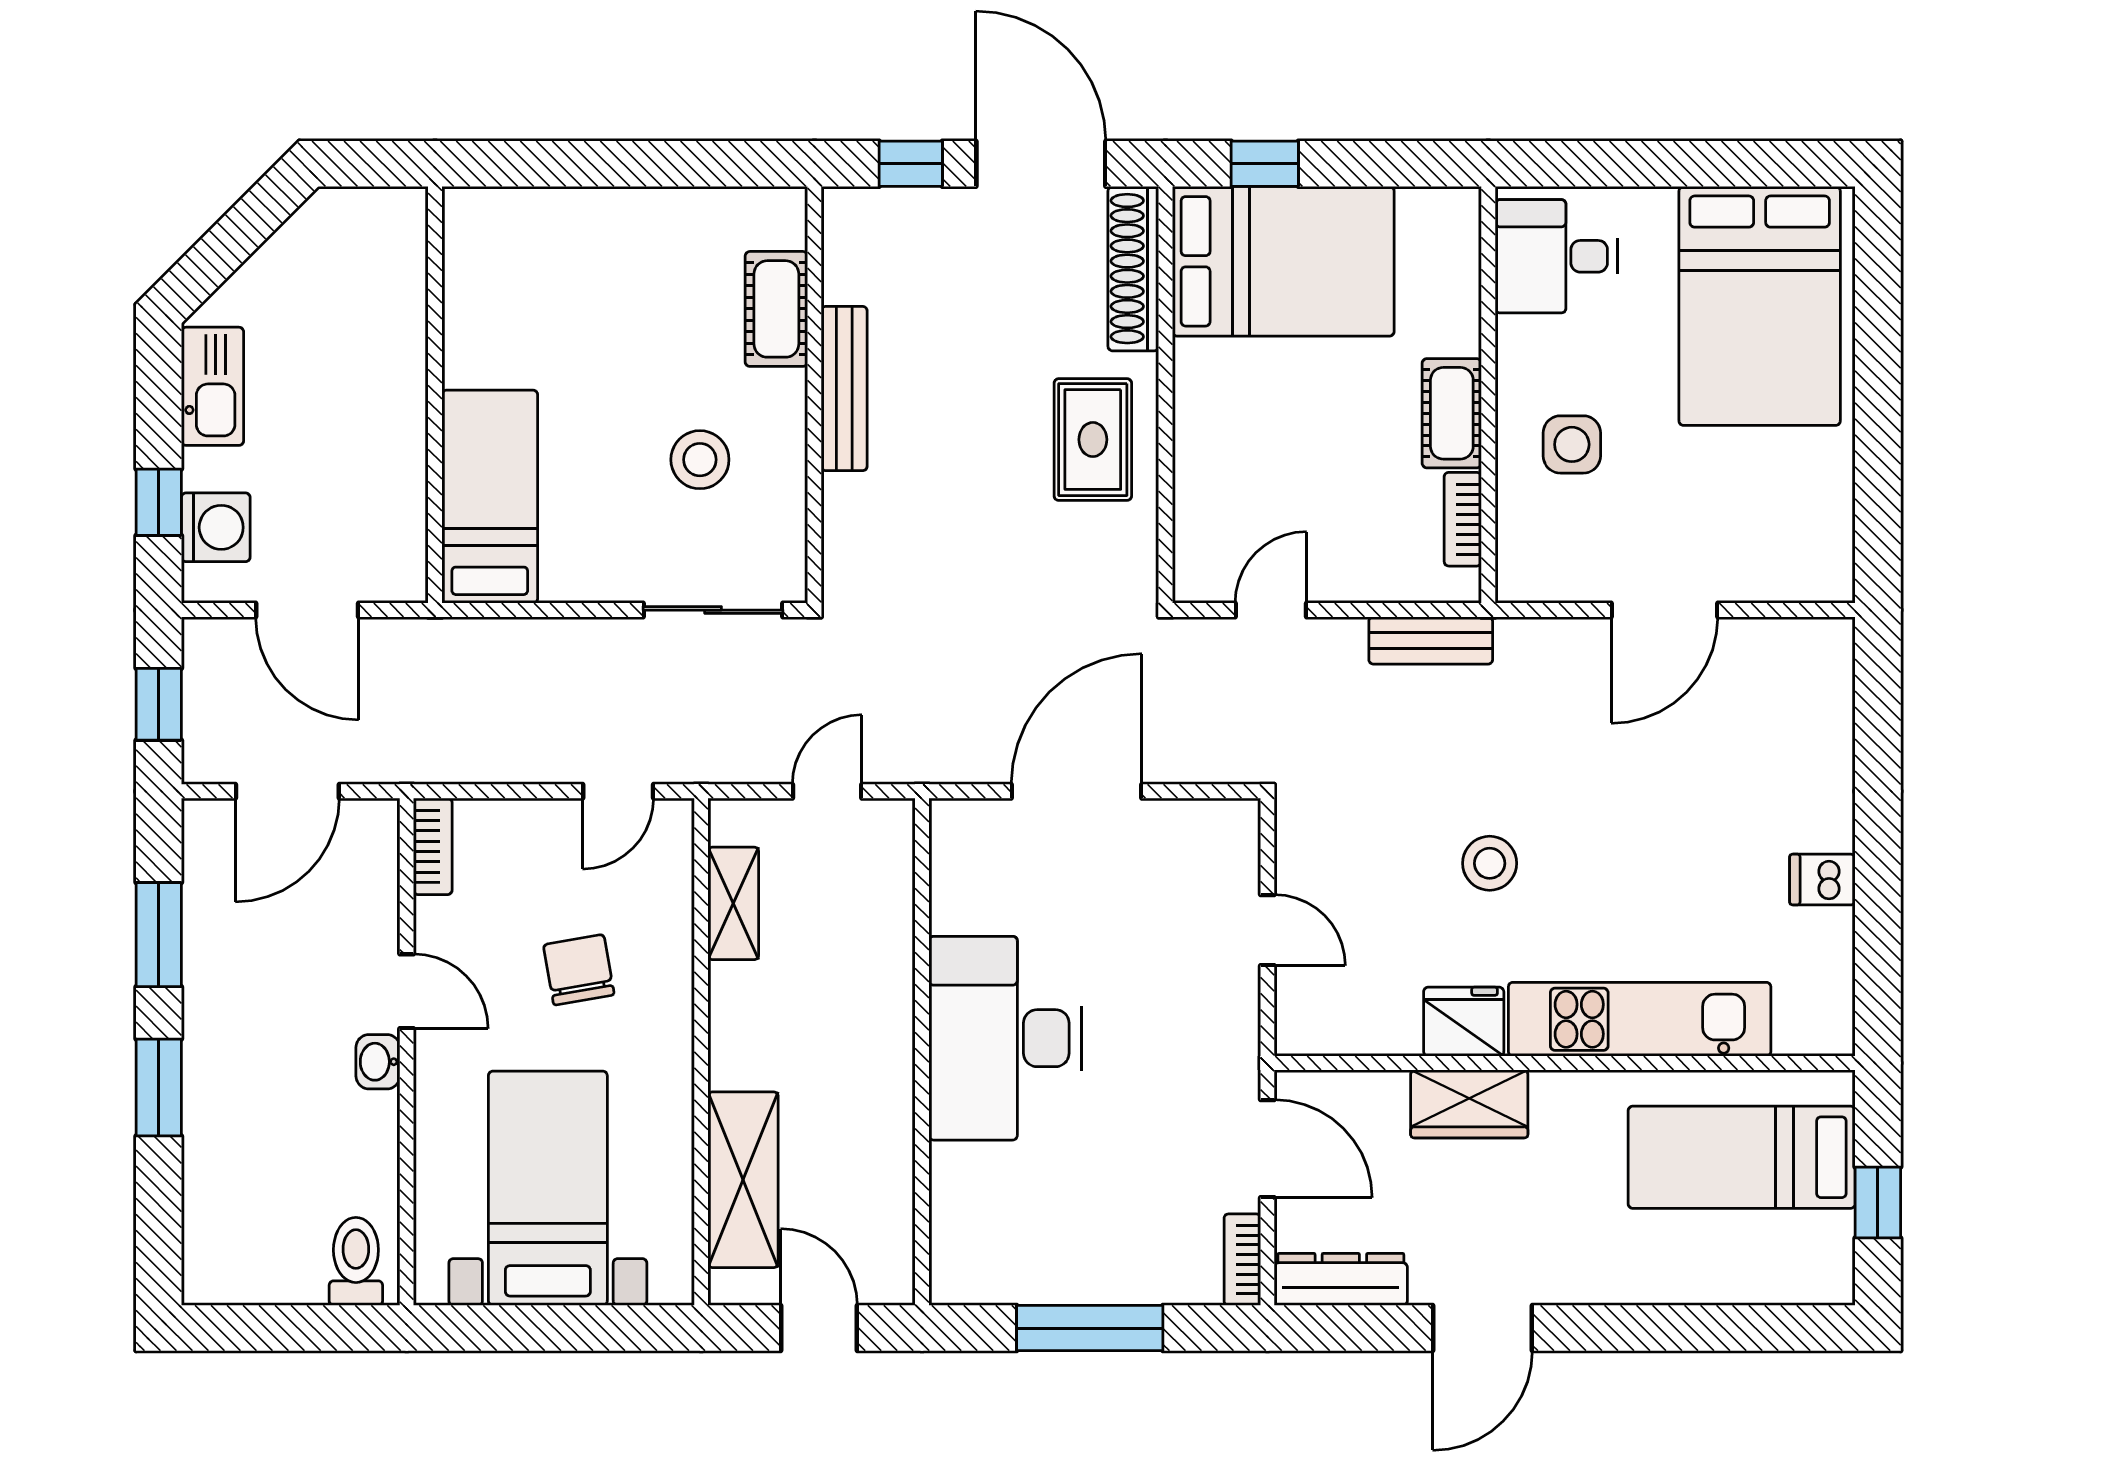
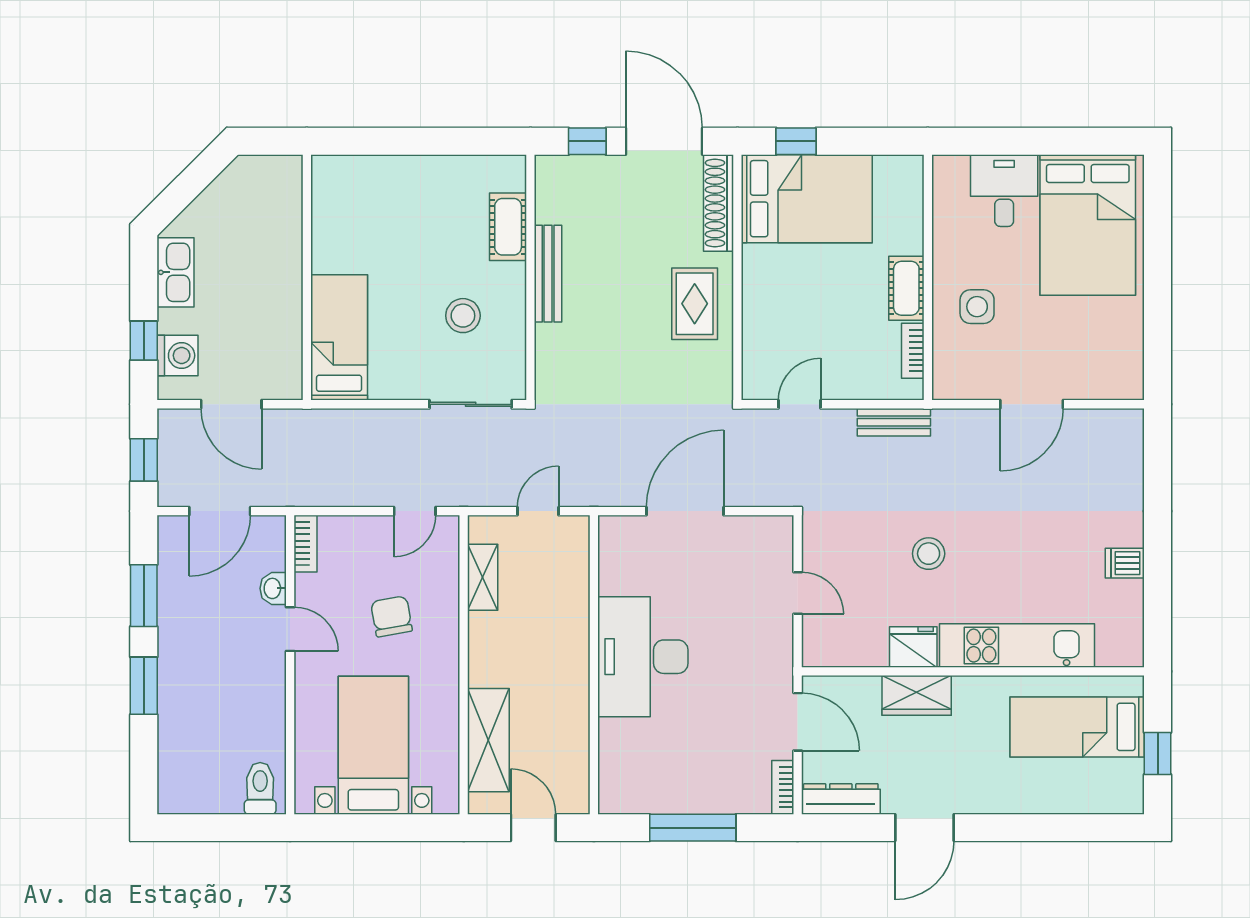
desk: (1556, 256) -> (1004, 191), moved, turned 90
washbasin: (378, 1062) -> (273, 588), moved

